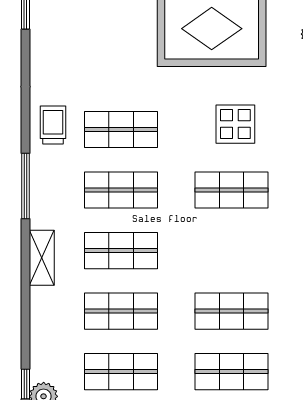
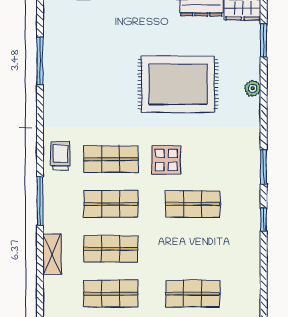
display table: (235, 124) -> (166, 160), moved

